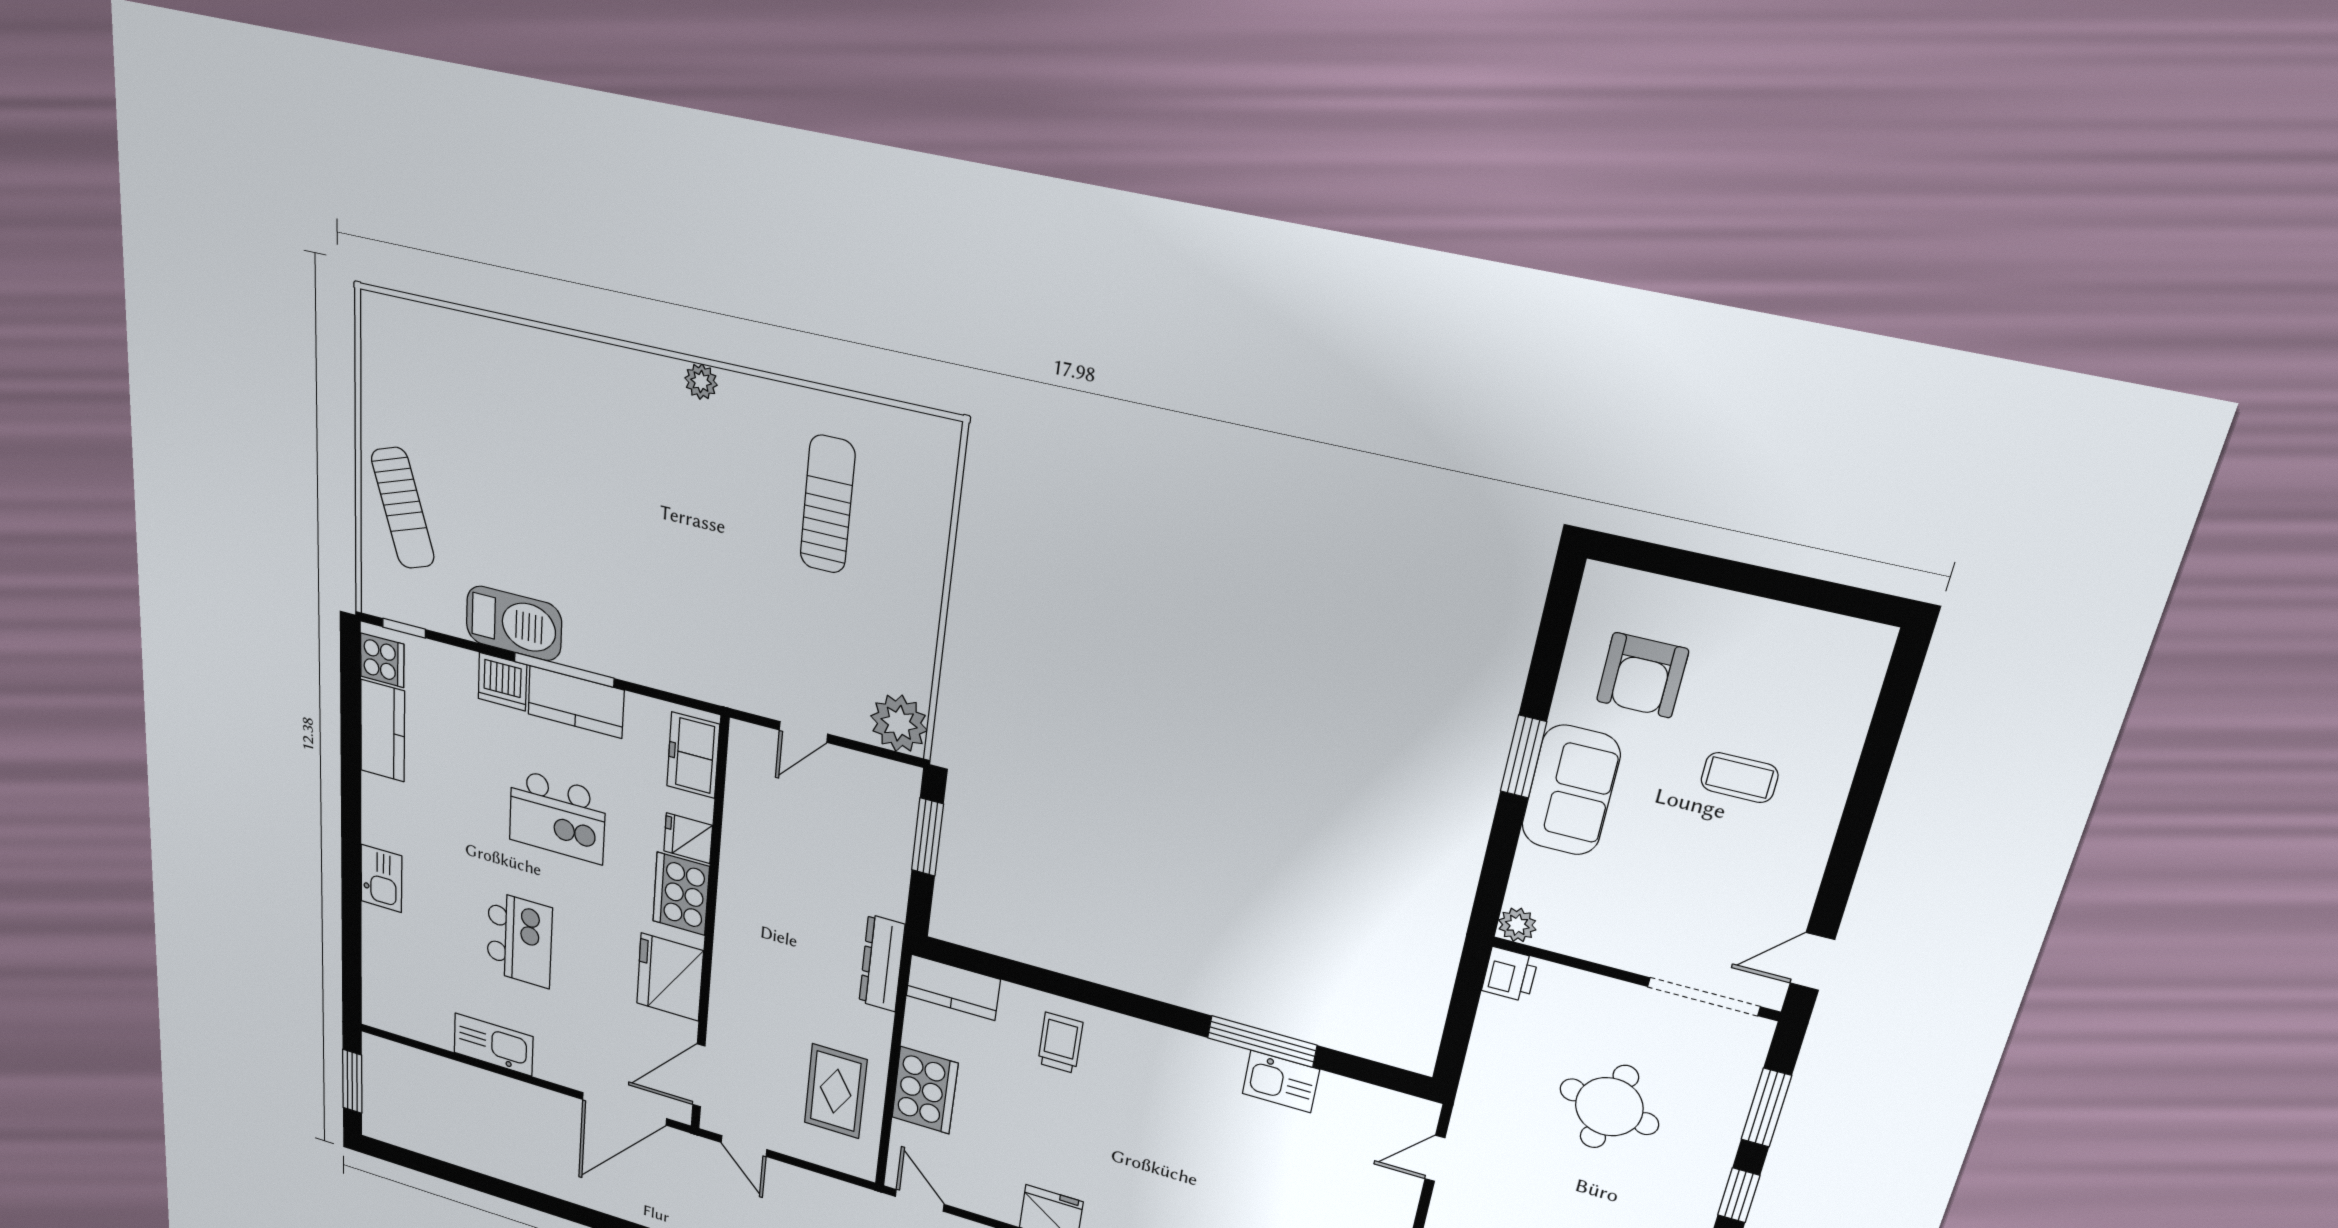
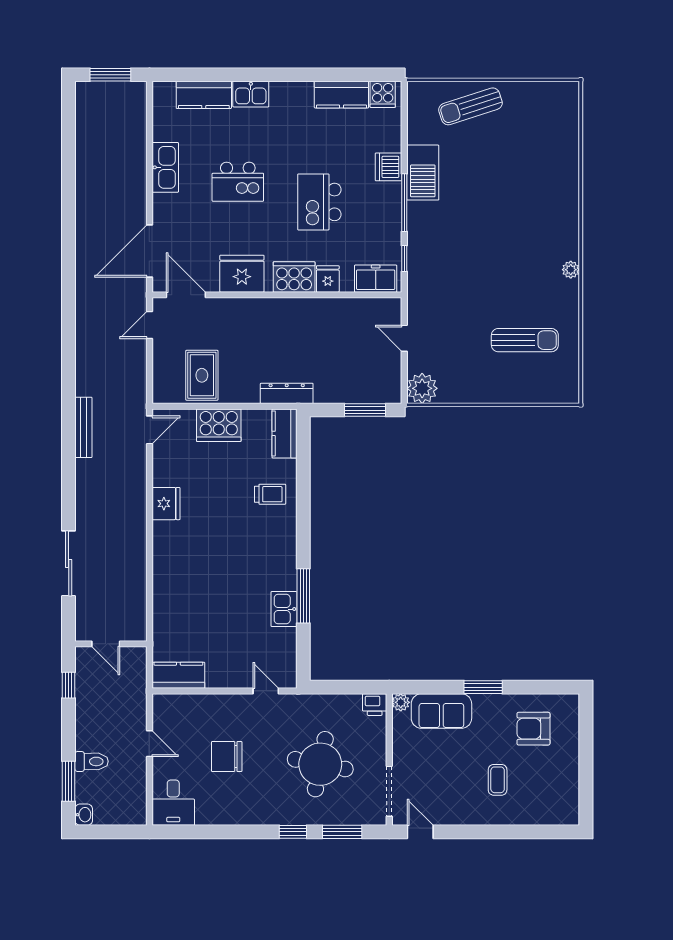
window: (404, 628) -> (404, 259), moved
kitchen counter: (576, 702) -> (204, 95), moved, turned -90
sofa: (1571, 790) -> (441, 711), moved
rug: (836, 1091) -> (202, 375), turned 90
round table: (1609, 1107) -> (320, 764), width x1.36, depth x1.36
door: (624, 1109) -> (149, 251), hinge flipped

